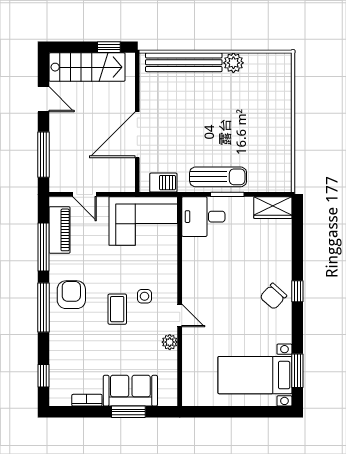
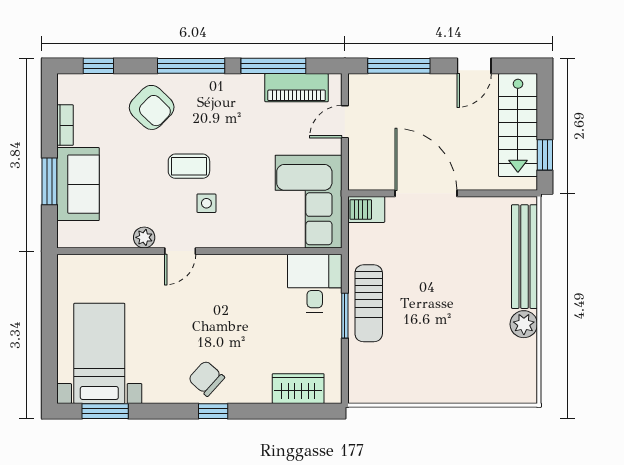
barbecue: (163, 183) -> (366, 209), moved, turned 90
wardrobe: (273, 208) -> (298, 389), moved, turned 90
armchair: (71, 295) -> (152, 107), moved, turned 44

